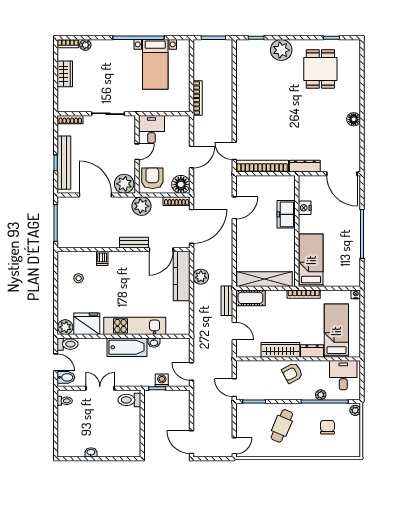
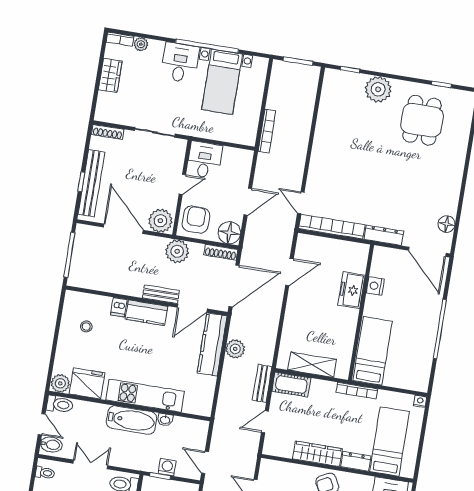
desk: (119, 55) -> (180, 63), added
floor lamp: (354, 119) -> (447, 224), moved
kitchen counter: (125, 259) -> (146, 313), added
shelving: (264, 279) -> (312, 365), width x0.68
door: (234, 331) -> (265, 422), swing flipped

